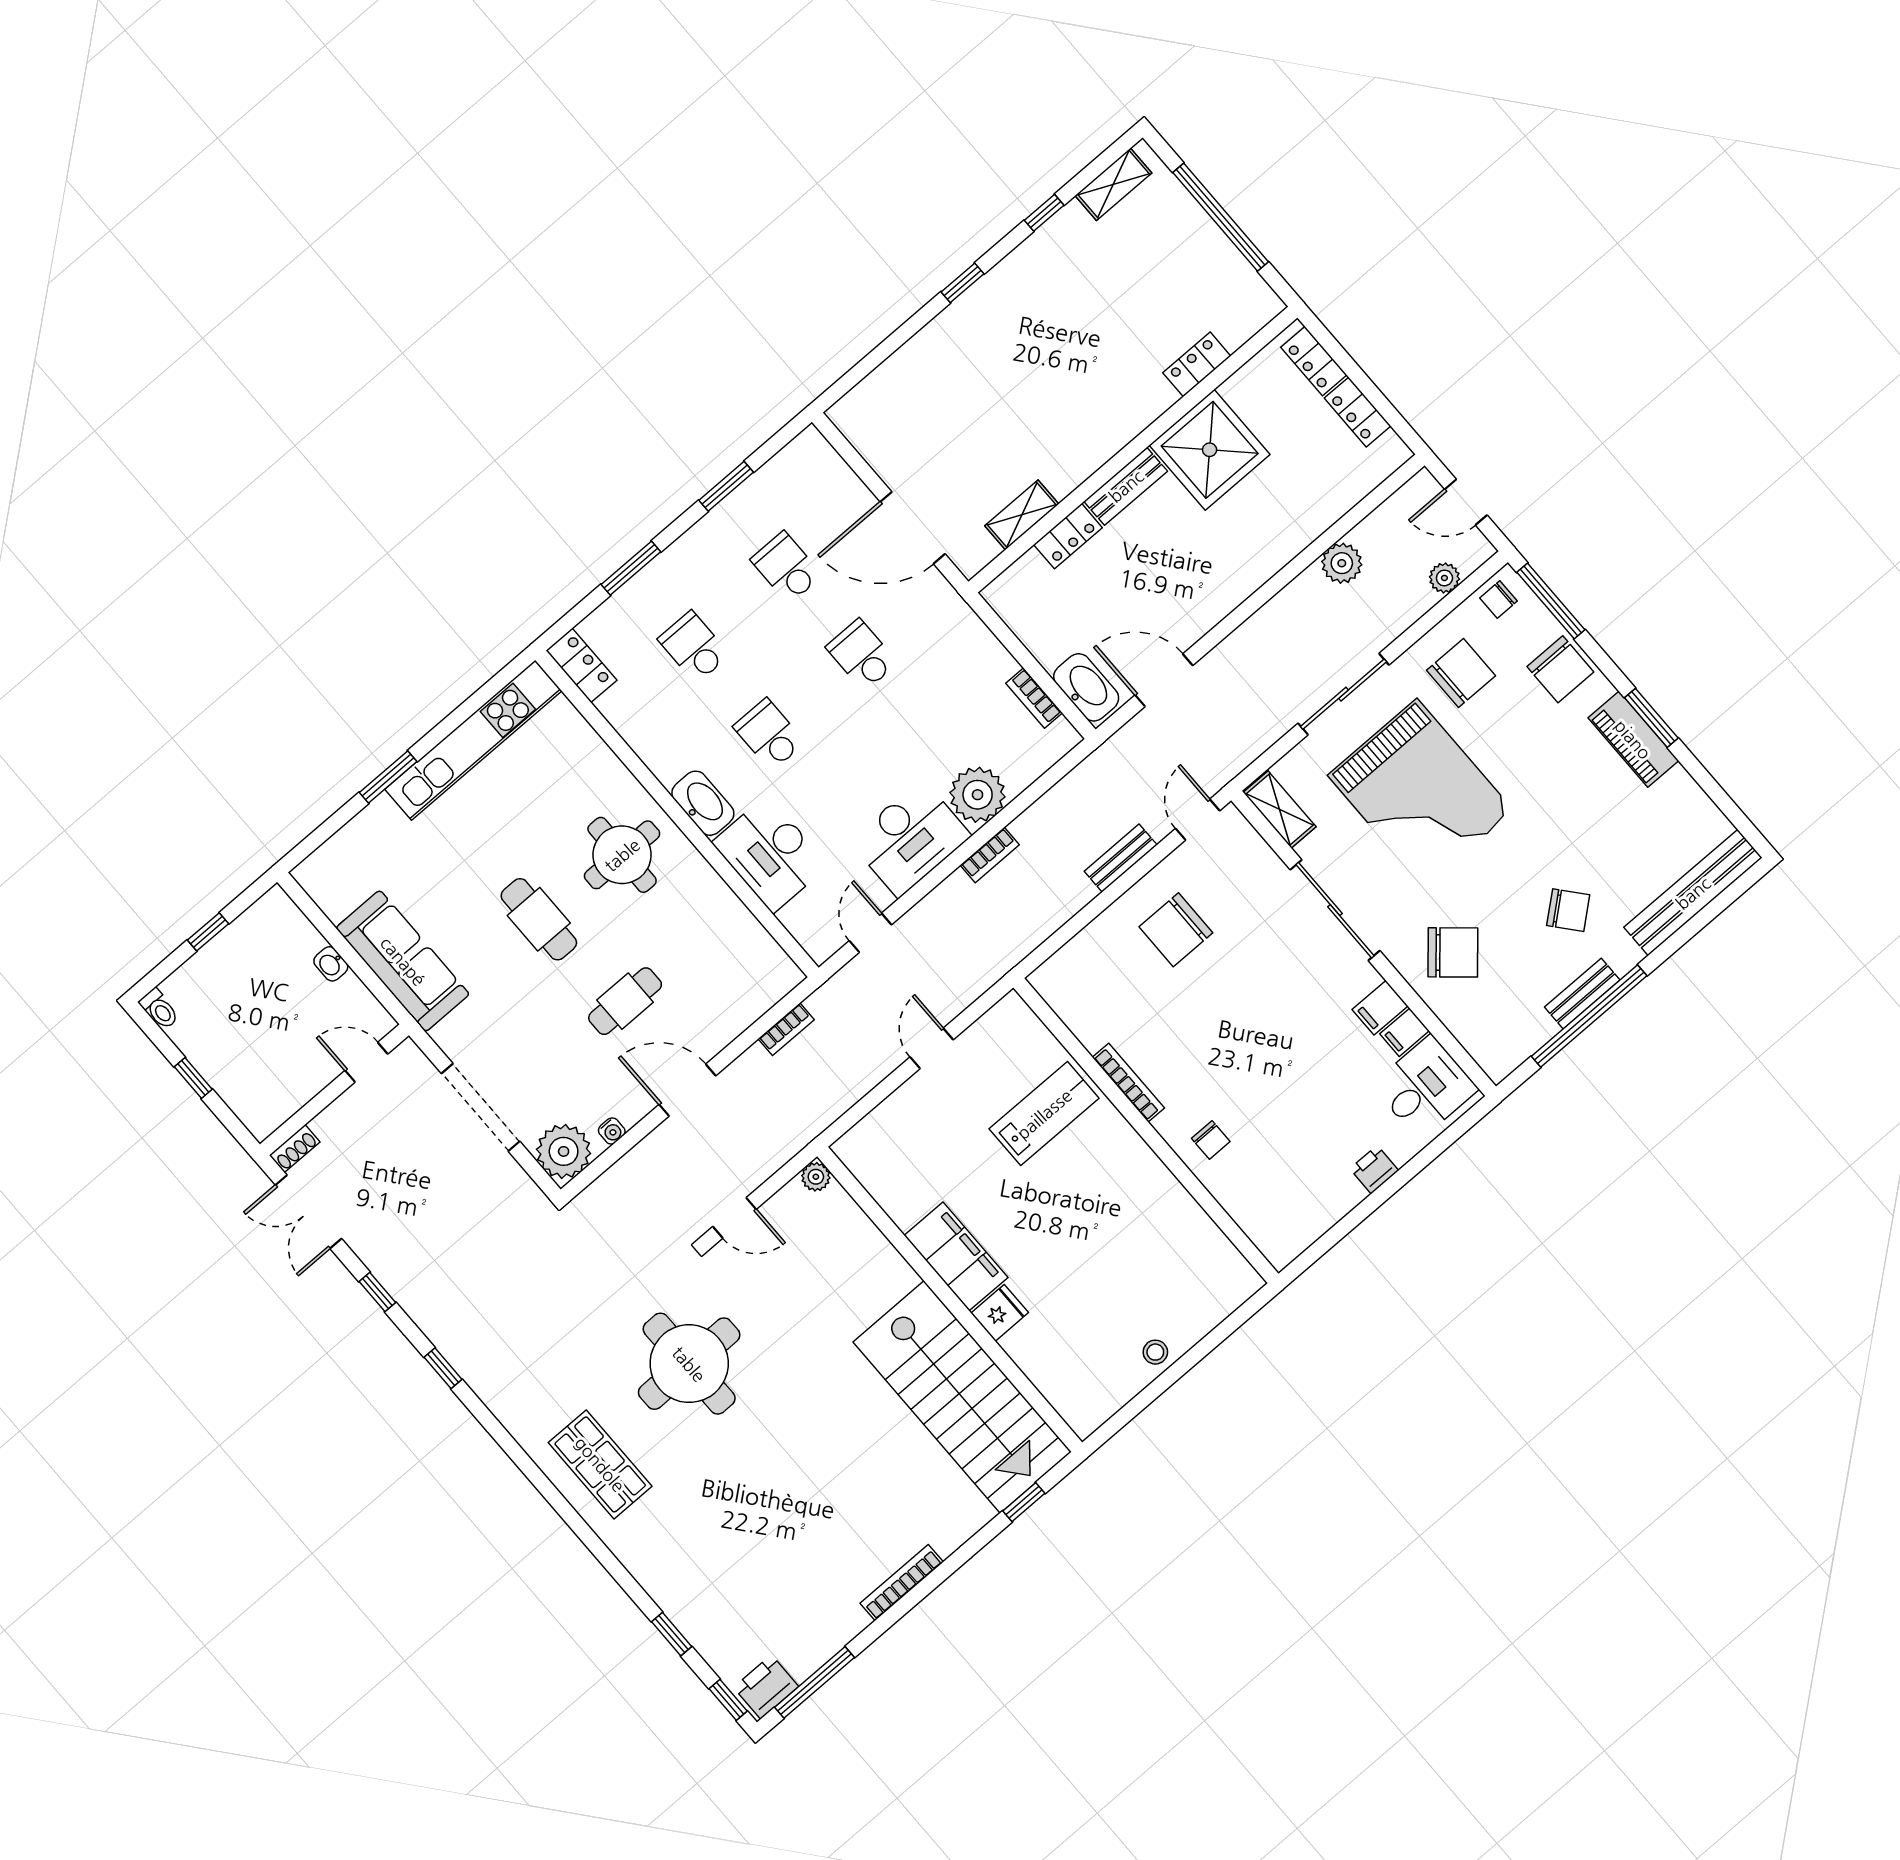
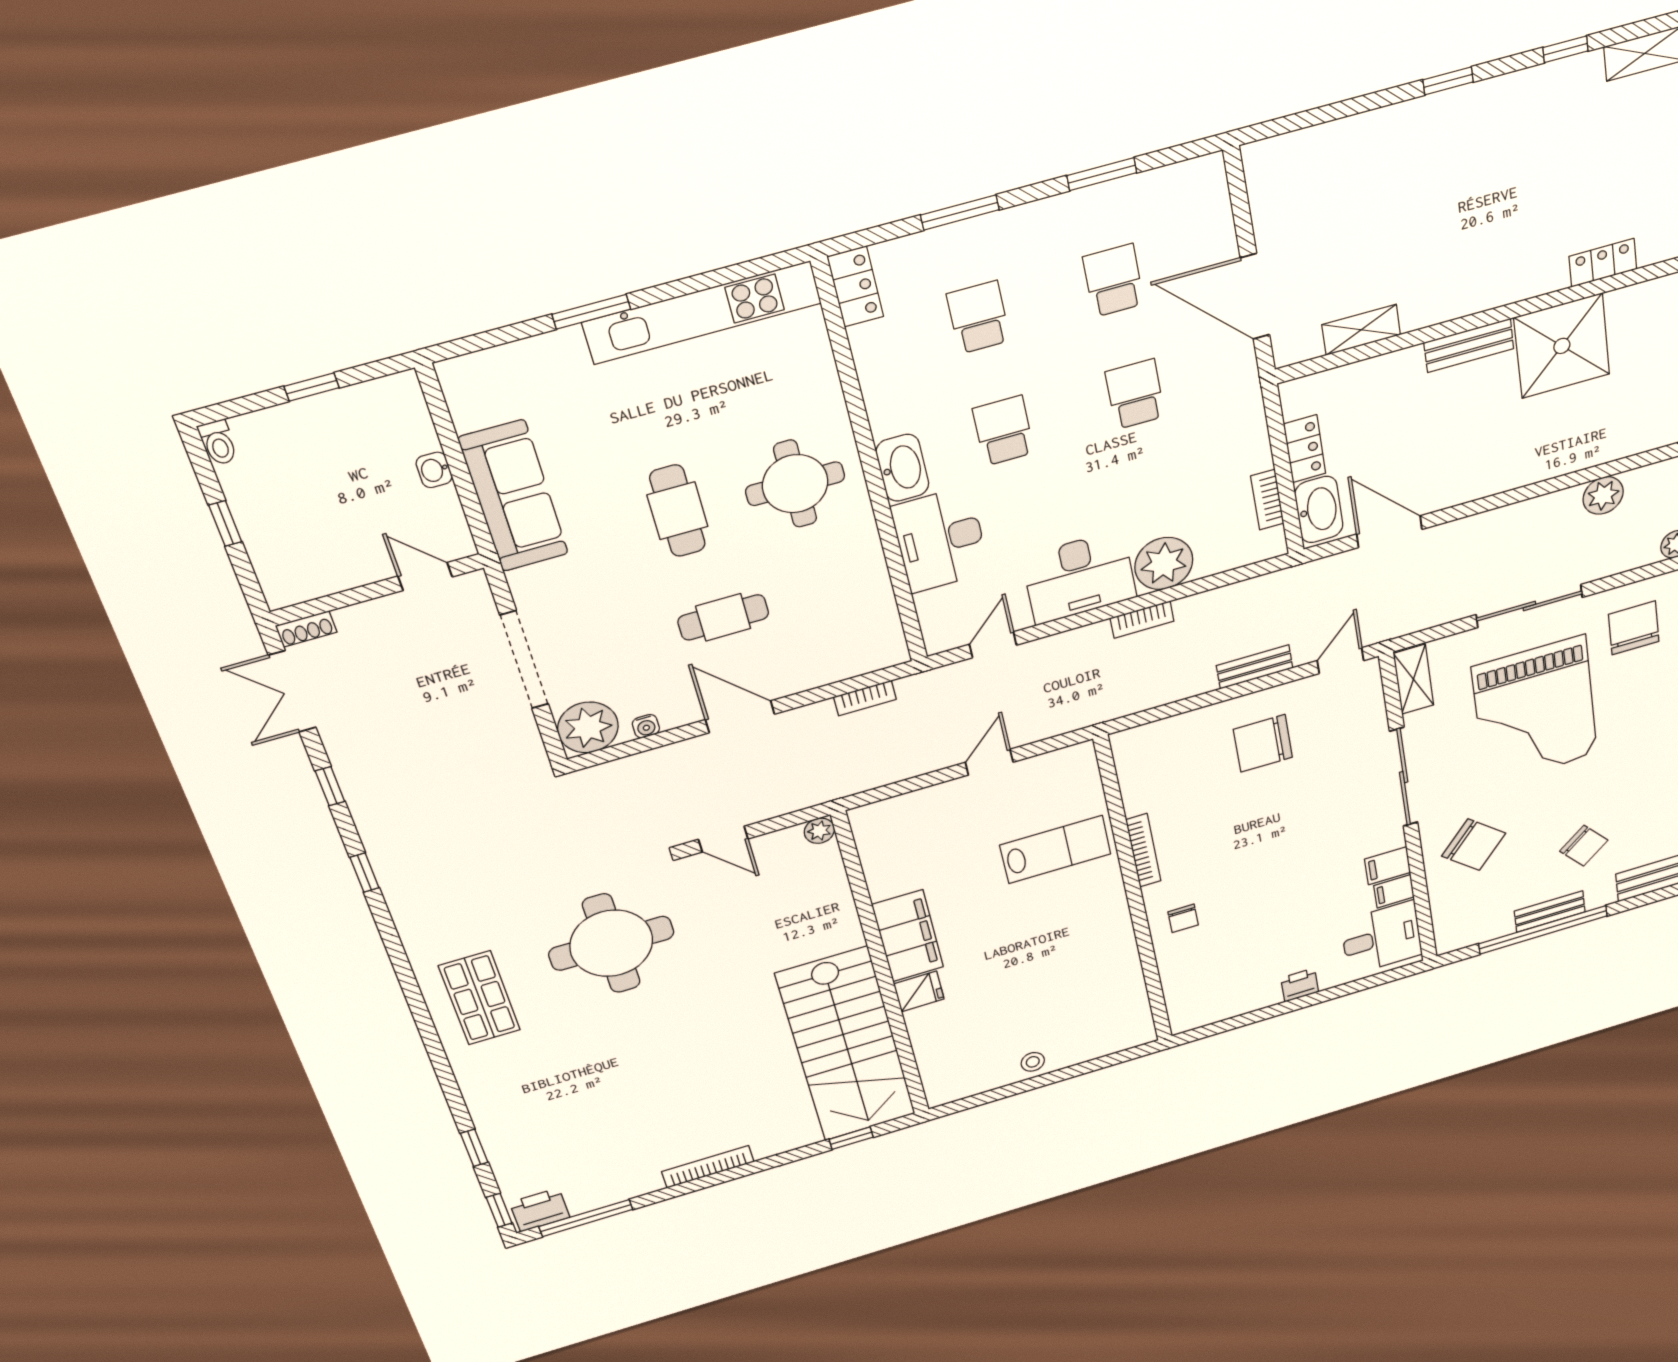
locker: (1068, 536) -> (1305, 449), moved, turned -90
chair: (1461, 673) -> (1634, 628), turned -90

